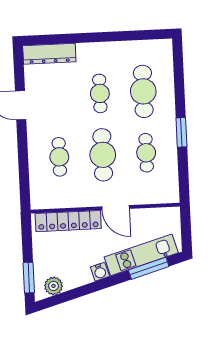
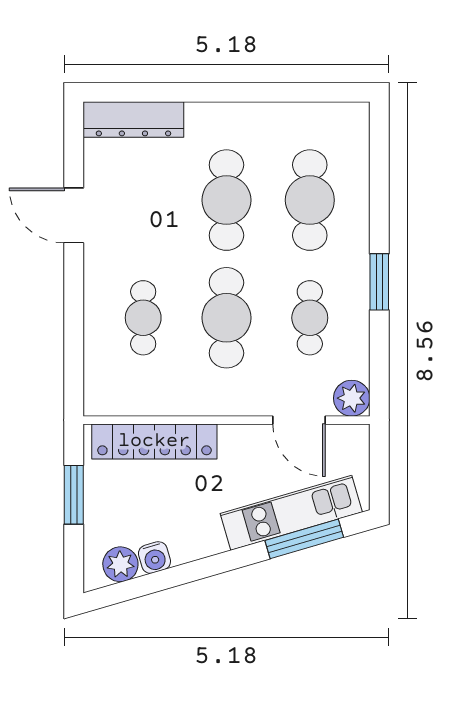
cafe table: (100, 93) -> (226, 200), width x1.37, depth x1.35
plant: (170, 194) -> (352, 398), added
door: (116, 208) -> (299, 420), moved
water cooler: (100, 272) -> (154, 558), moved
window: (29, 278) -> (74, 495), moved

